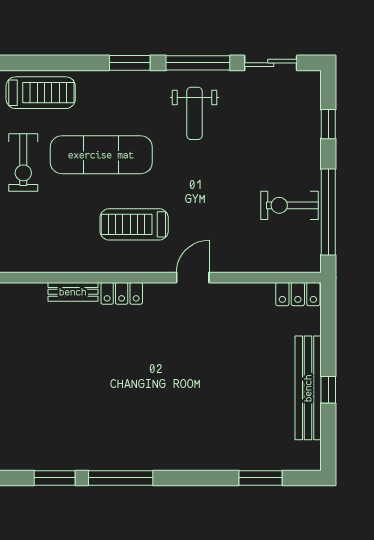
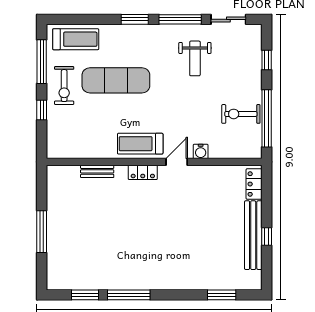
weight bench: (194, 113) -> (195, 58), moved
treadmill: (134, 224) -> (140, 144), moved
water cooler: (229, 262) -> (201, 151), added
locker: (122, 293) -> (143, 172), moved
locker: (298, 294) -> (254, 184), moved, turned 90

